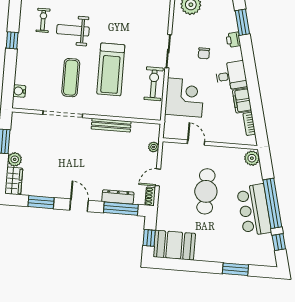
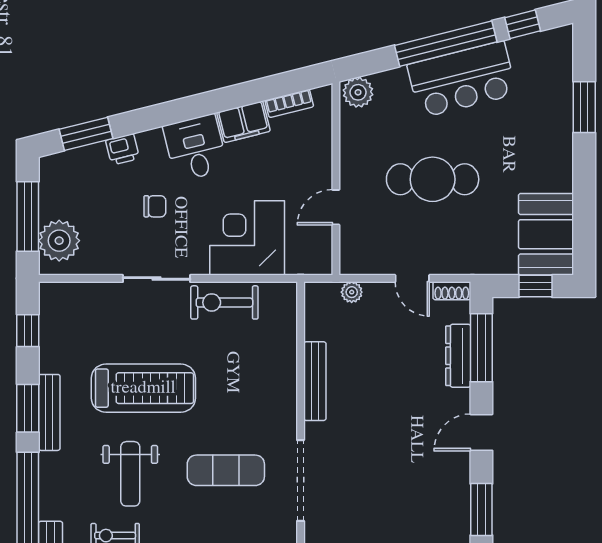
treadmill: (111, 69) -> (143, 388), moved

